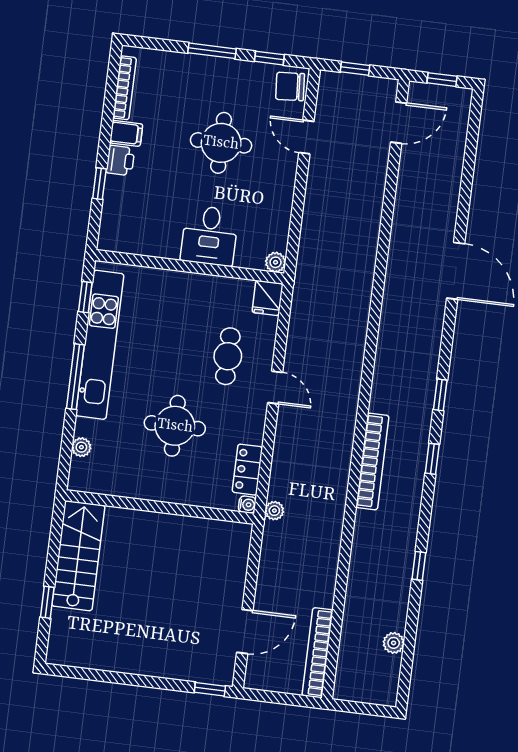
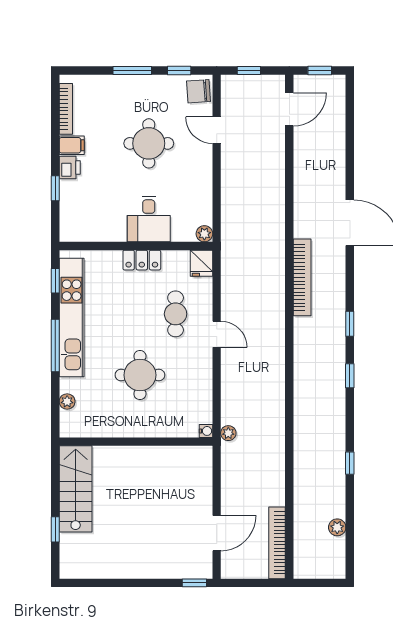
bookcase: (372, 461) -> (302, 277), moved
locker: (247, 470) -> (142, 260), moved, turned -90

